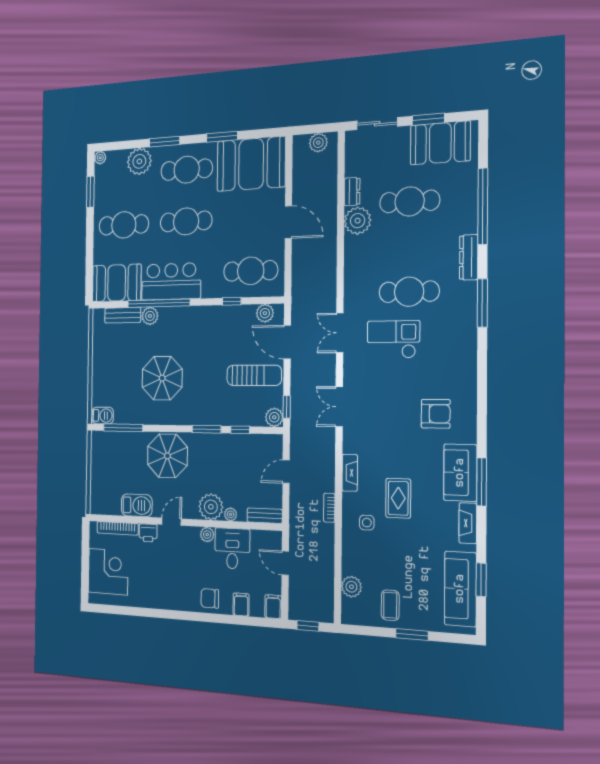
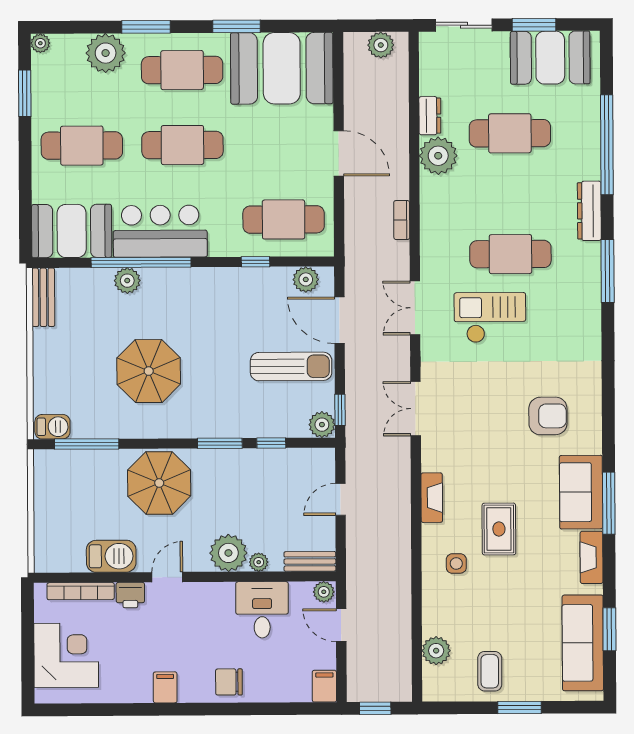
bench: (123, 315) -> (43, 297), moved, turned 90
bookcase: (329, 508) -> (402, 220), moved
plant: (207, 535) -> (324, 592), moved
filing cabinet: (241, 604) -> (165, 687), moved

